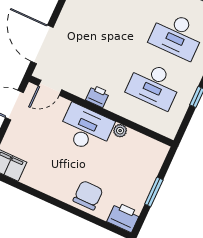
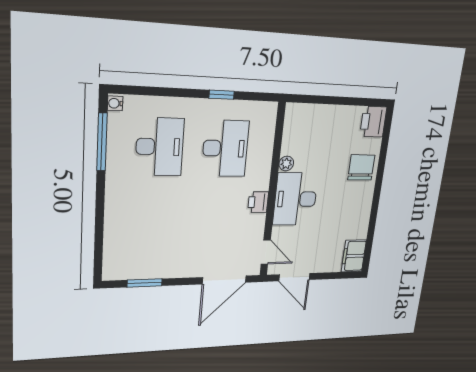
window: (154, 192) -> (339, 101), removed
chair: (88, 195) -> (361, 167), turned 90

